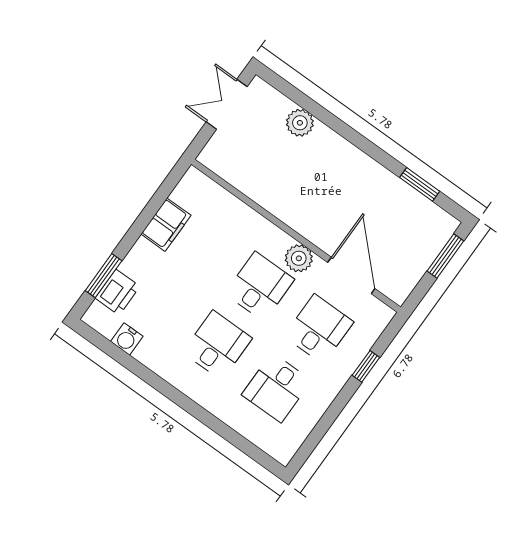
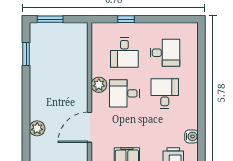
door: (351, 275) -> (90, 127), moved
desk: (319, 329) -> (124, 53), turned -90
desk: (217, 345) -> (165, 93), turned 90

